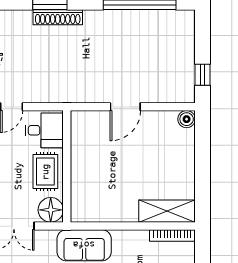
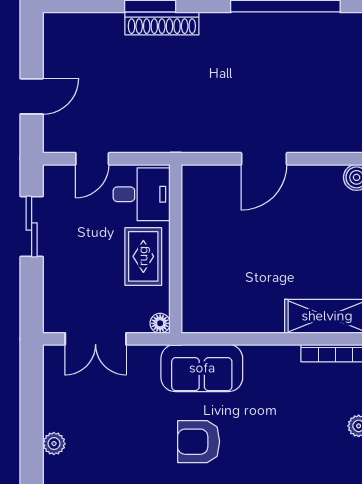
floor lamp: (51, 210) -> (160, 323), width x0.53, depth x0.53

